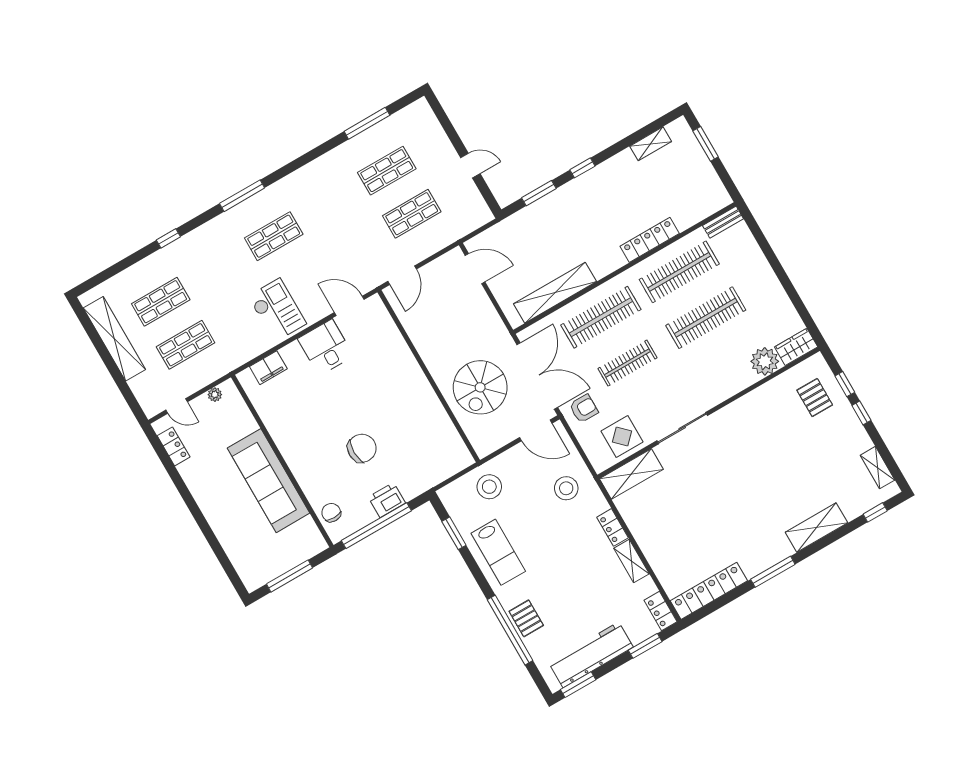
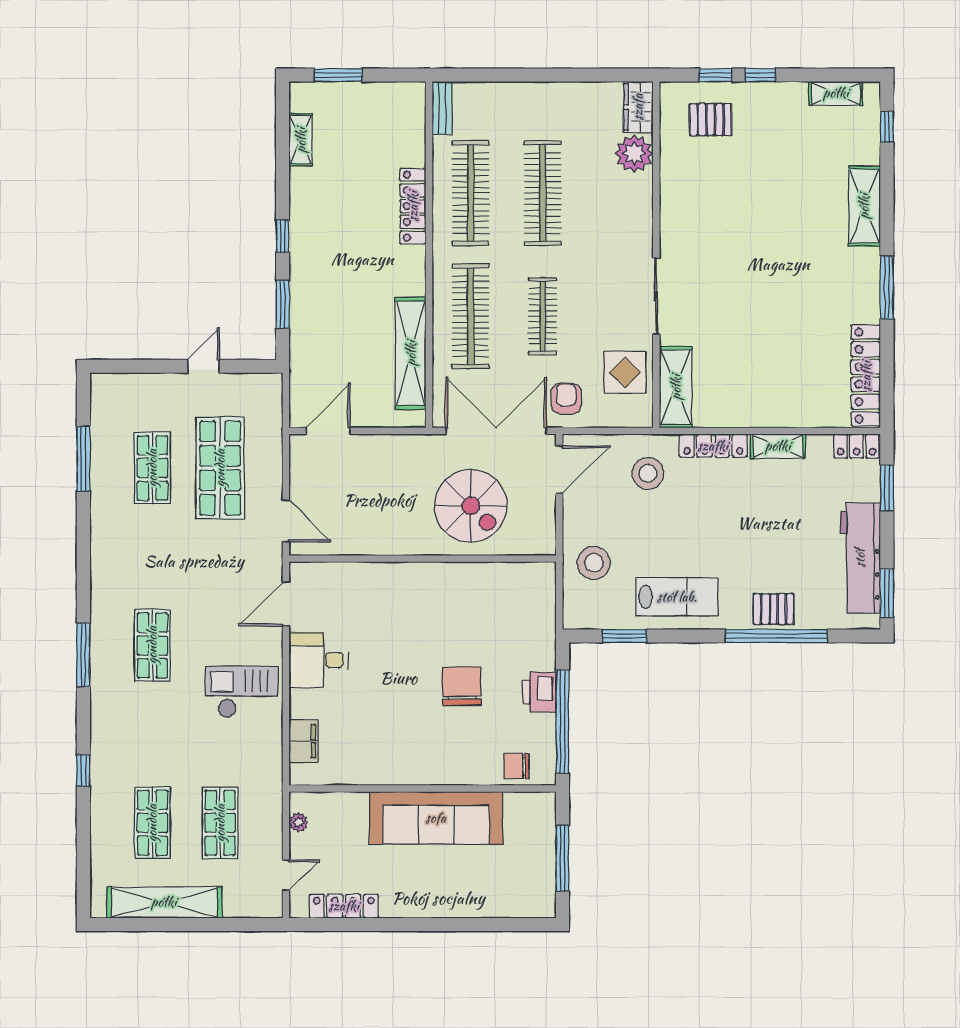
shop shelf: (412, 214) -> (220, 468), width x1.43, depth x1.36
locker: (174, 446) -> (344, 906), width x1.53
locker: (613, 527) -> (713, 446), width x1.53

